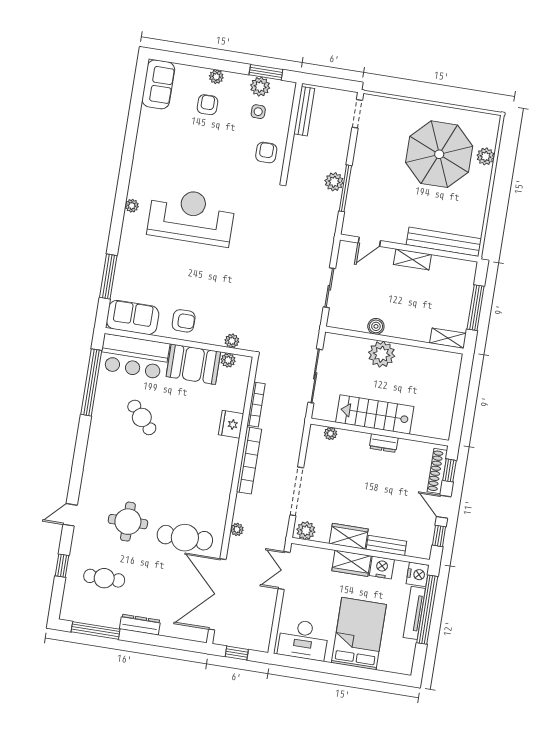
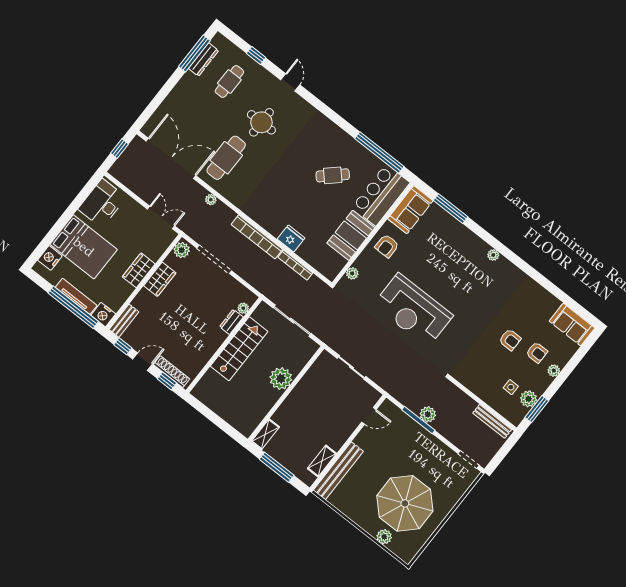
armchair: (266, 153) -> (510, 340), moved
reception desk: (191, 217) -> (413, 310), moved, turned 90
door: (369, 242) -> (369, 416), swing flipped
shelving: (412, 259) -> (322, 461), moved
boiler: (376, 326) -> (304, 386), removed
plant: (228, 360) -> (339, 263), removed
dresser: (384, 443) -> (231, 322), moved
bench: (386, 545) -> (124, 321), moved
nightstand: (382, 568) -> (50, 258), moved, turned 180
dresser: (140, 625) -> (203, 59), moved

